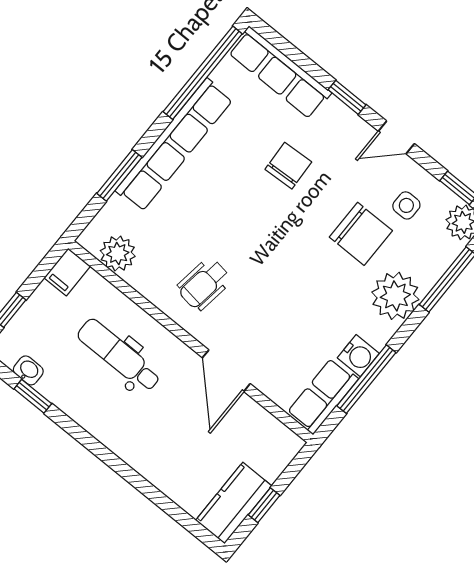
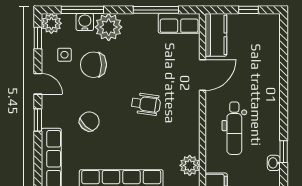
chair: (288, 166) -> (89, 121), turned 137
chair: (361, 234) -> (93, 65), turned -90
wheelchair: (204, 284) -> (146, 104), moved
water cooler: (358, 356) -> (85, 22), moved
kitchen counter: (234, 503) -> (216, 35), moved, turned -90

